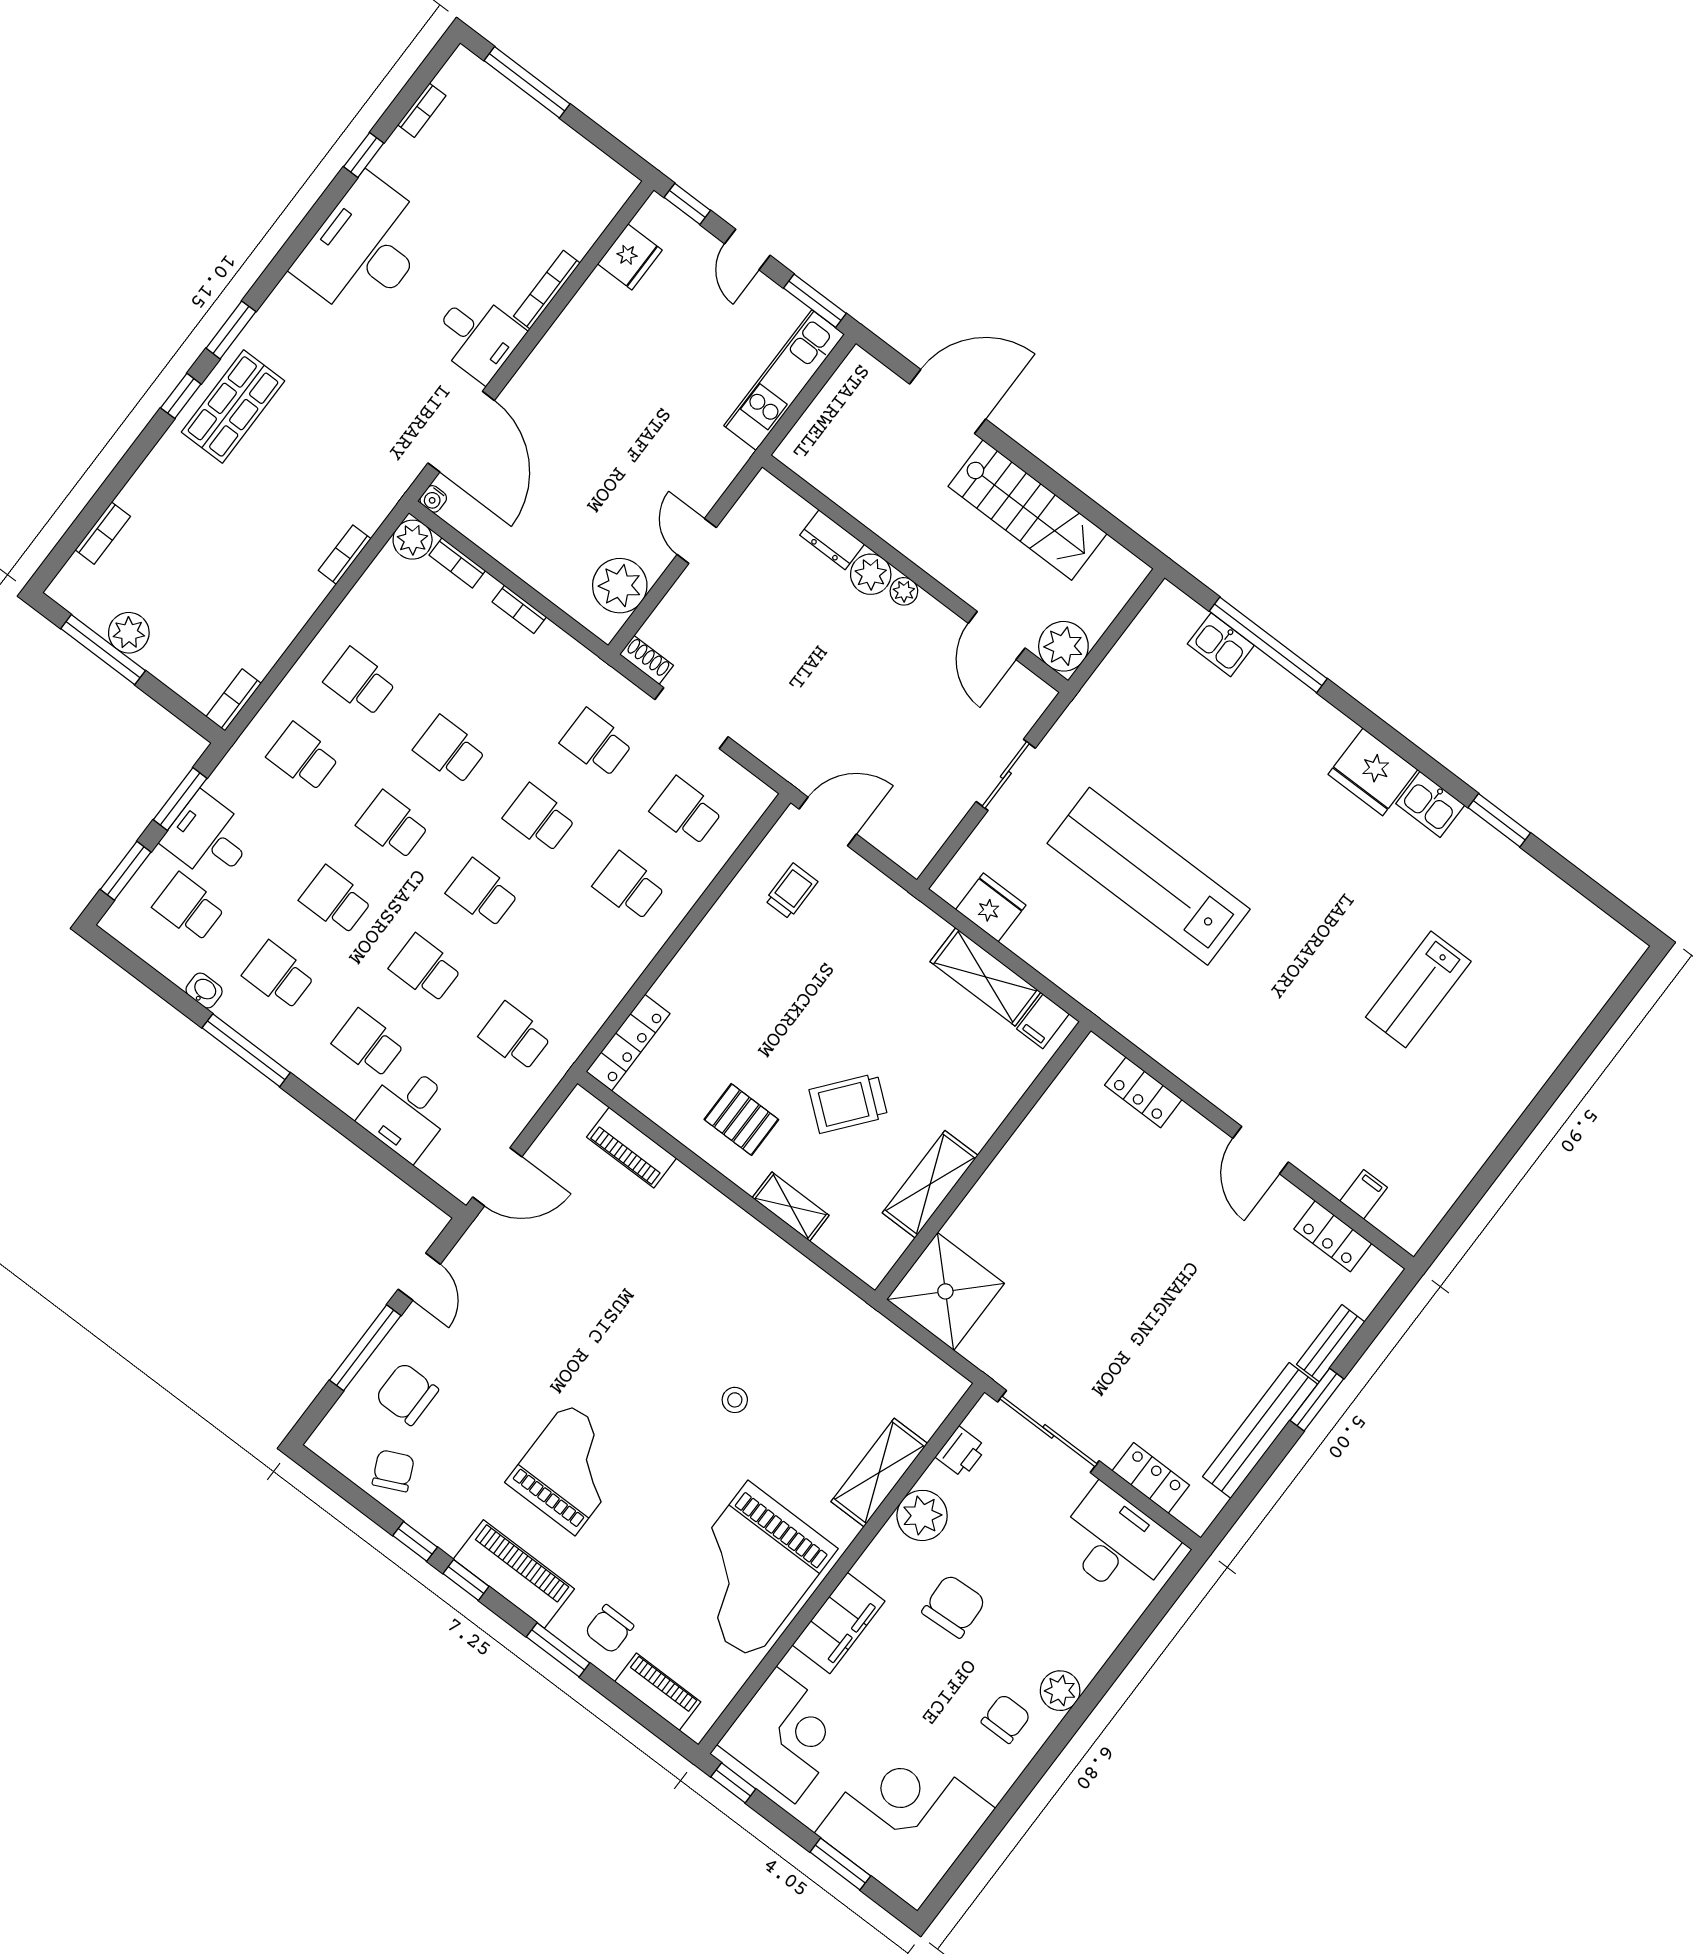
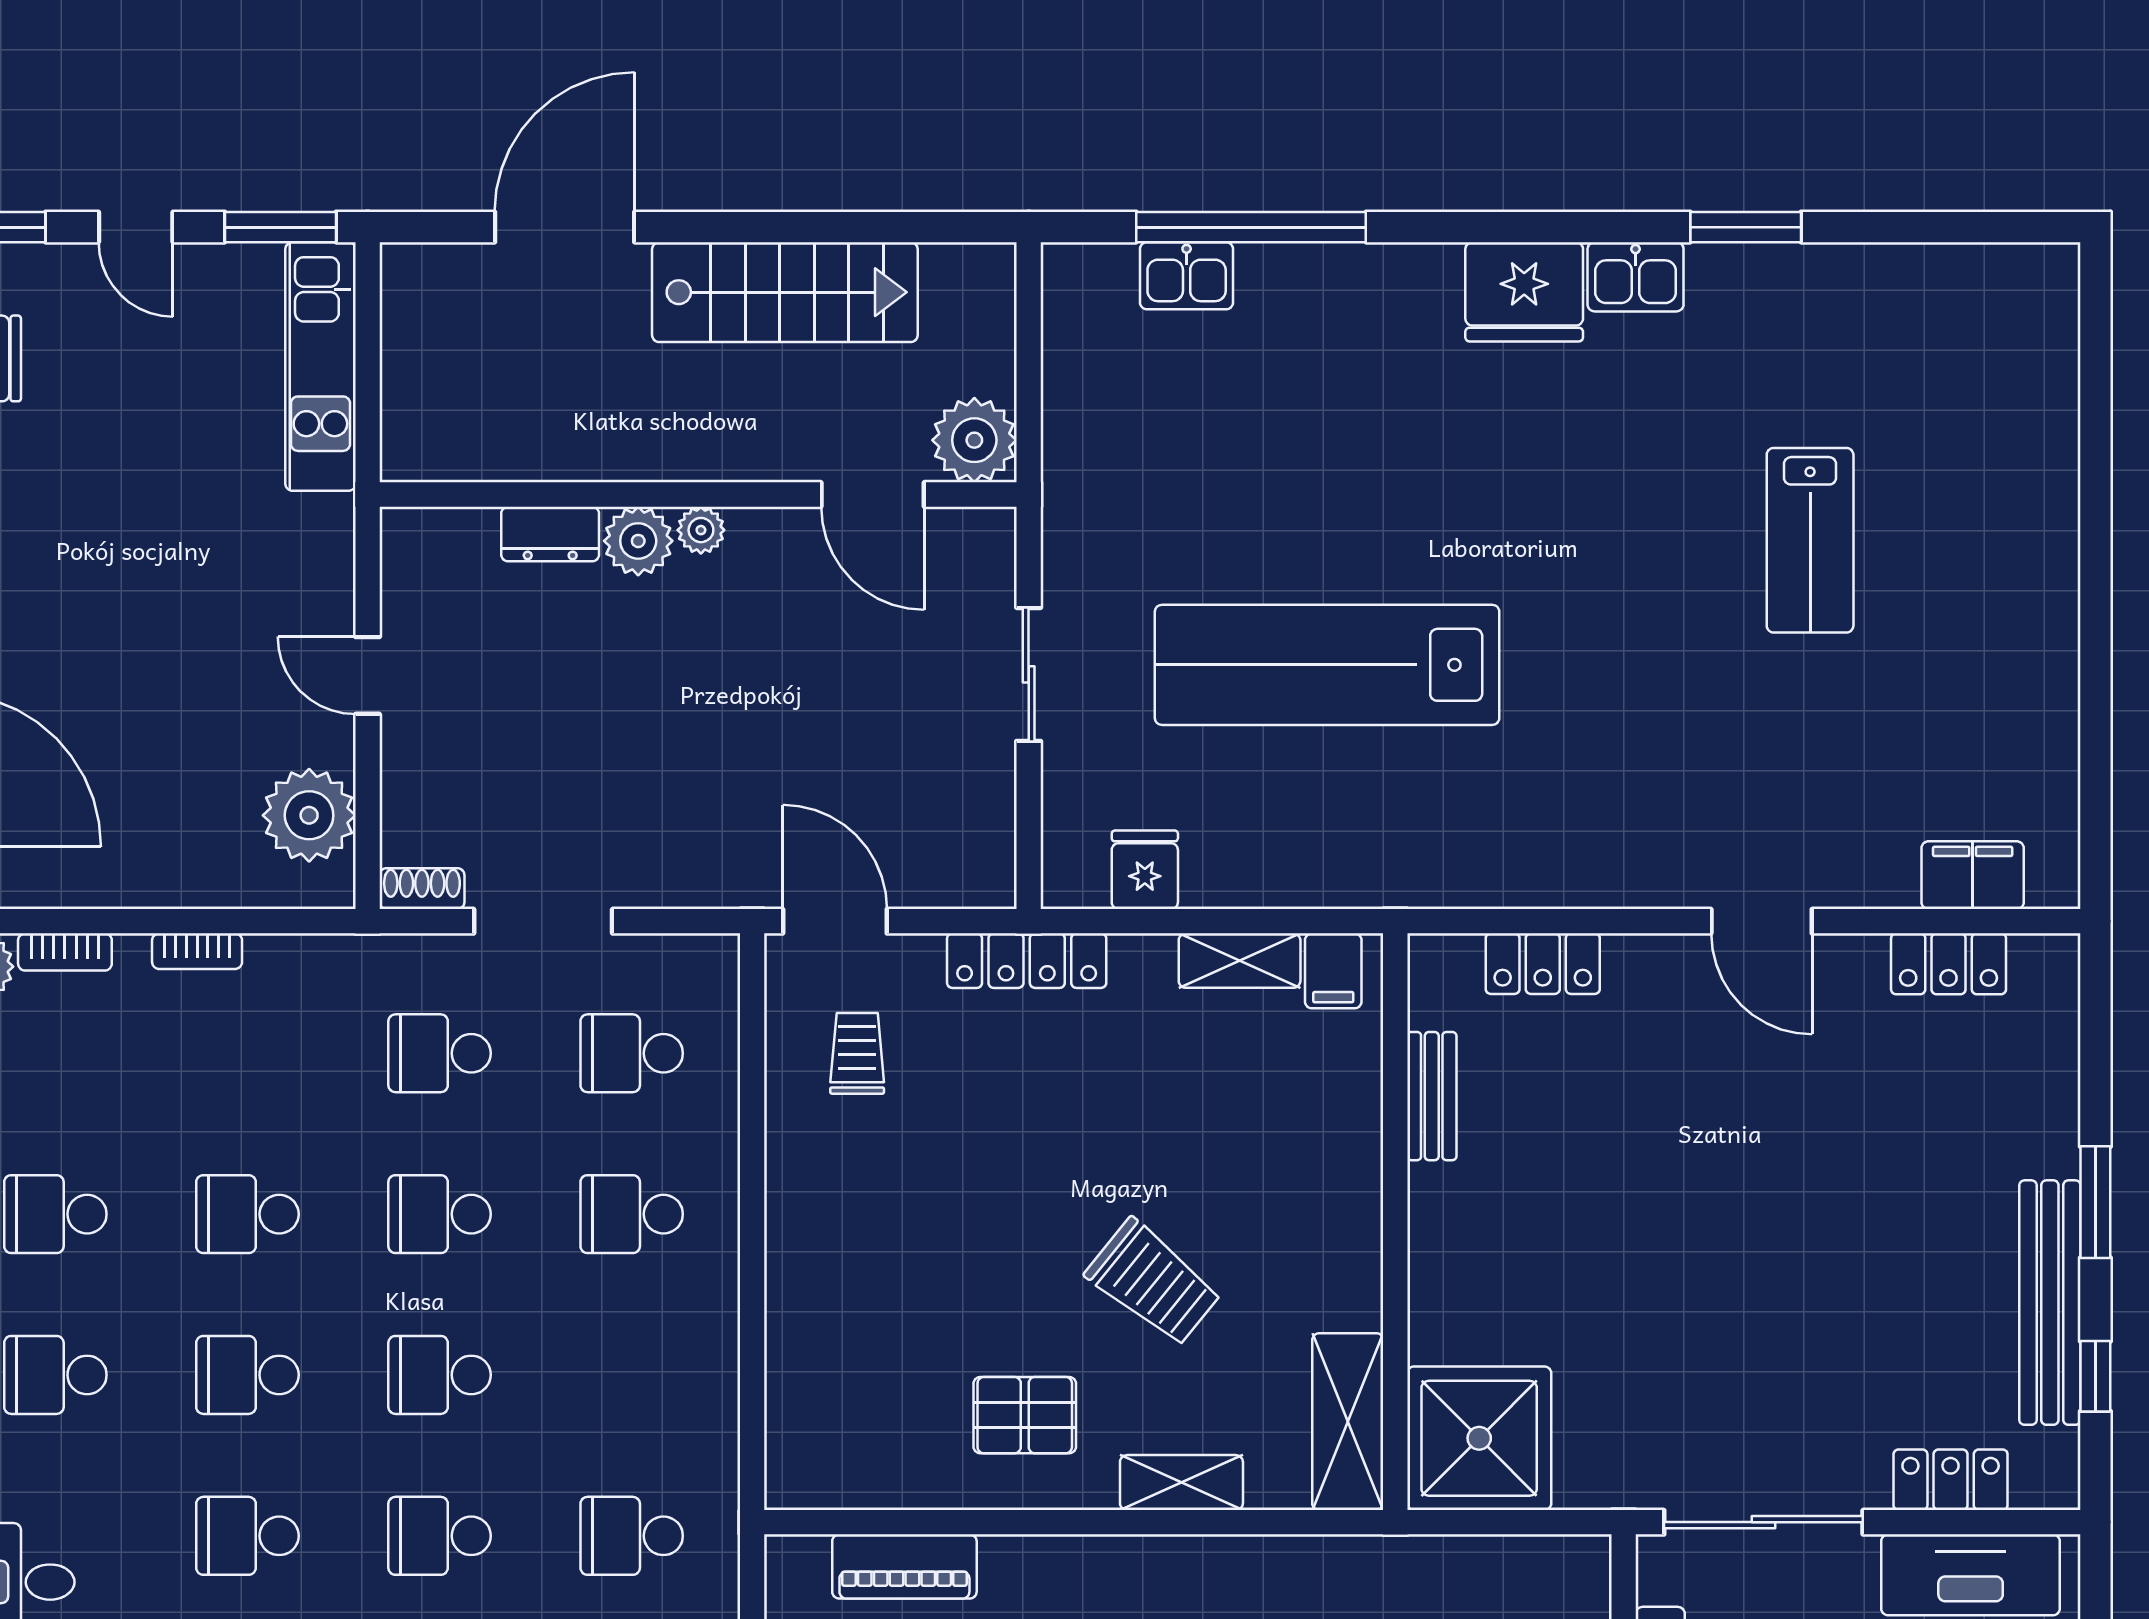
door: (828, 822) -> (835, 921), hinge flipped
fridge: (991, 907) -> (1145, 870), width x0.72
shelving: (985, 977) -> (1240, 961), width x0.67, depth x0.75
locker: (628, 1043) -> (1027, 961), moved, turned 90
trolley: (848, 1103) -> (1153, 1283), turned -90
shelving: (930, 1184) -> (1348, 1422), moved
filing cabinet: (1364, 1194) -> (1973, 875), width x2.00
bench: (1331, 1343) -> (1432, 1096), moved
window: (1255, 1481) -> (2095, 1376), added

